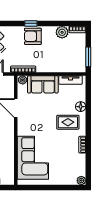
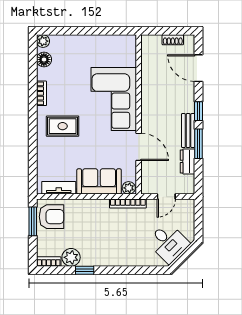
window: (31, 23) -> (85, 270), moved
armchair: (33, 36) -> (52, 217), moved
floor lamp: (81, 107) -> (44, 60), moved
corner sofa: (33, 158) -> (114, 99), moved

